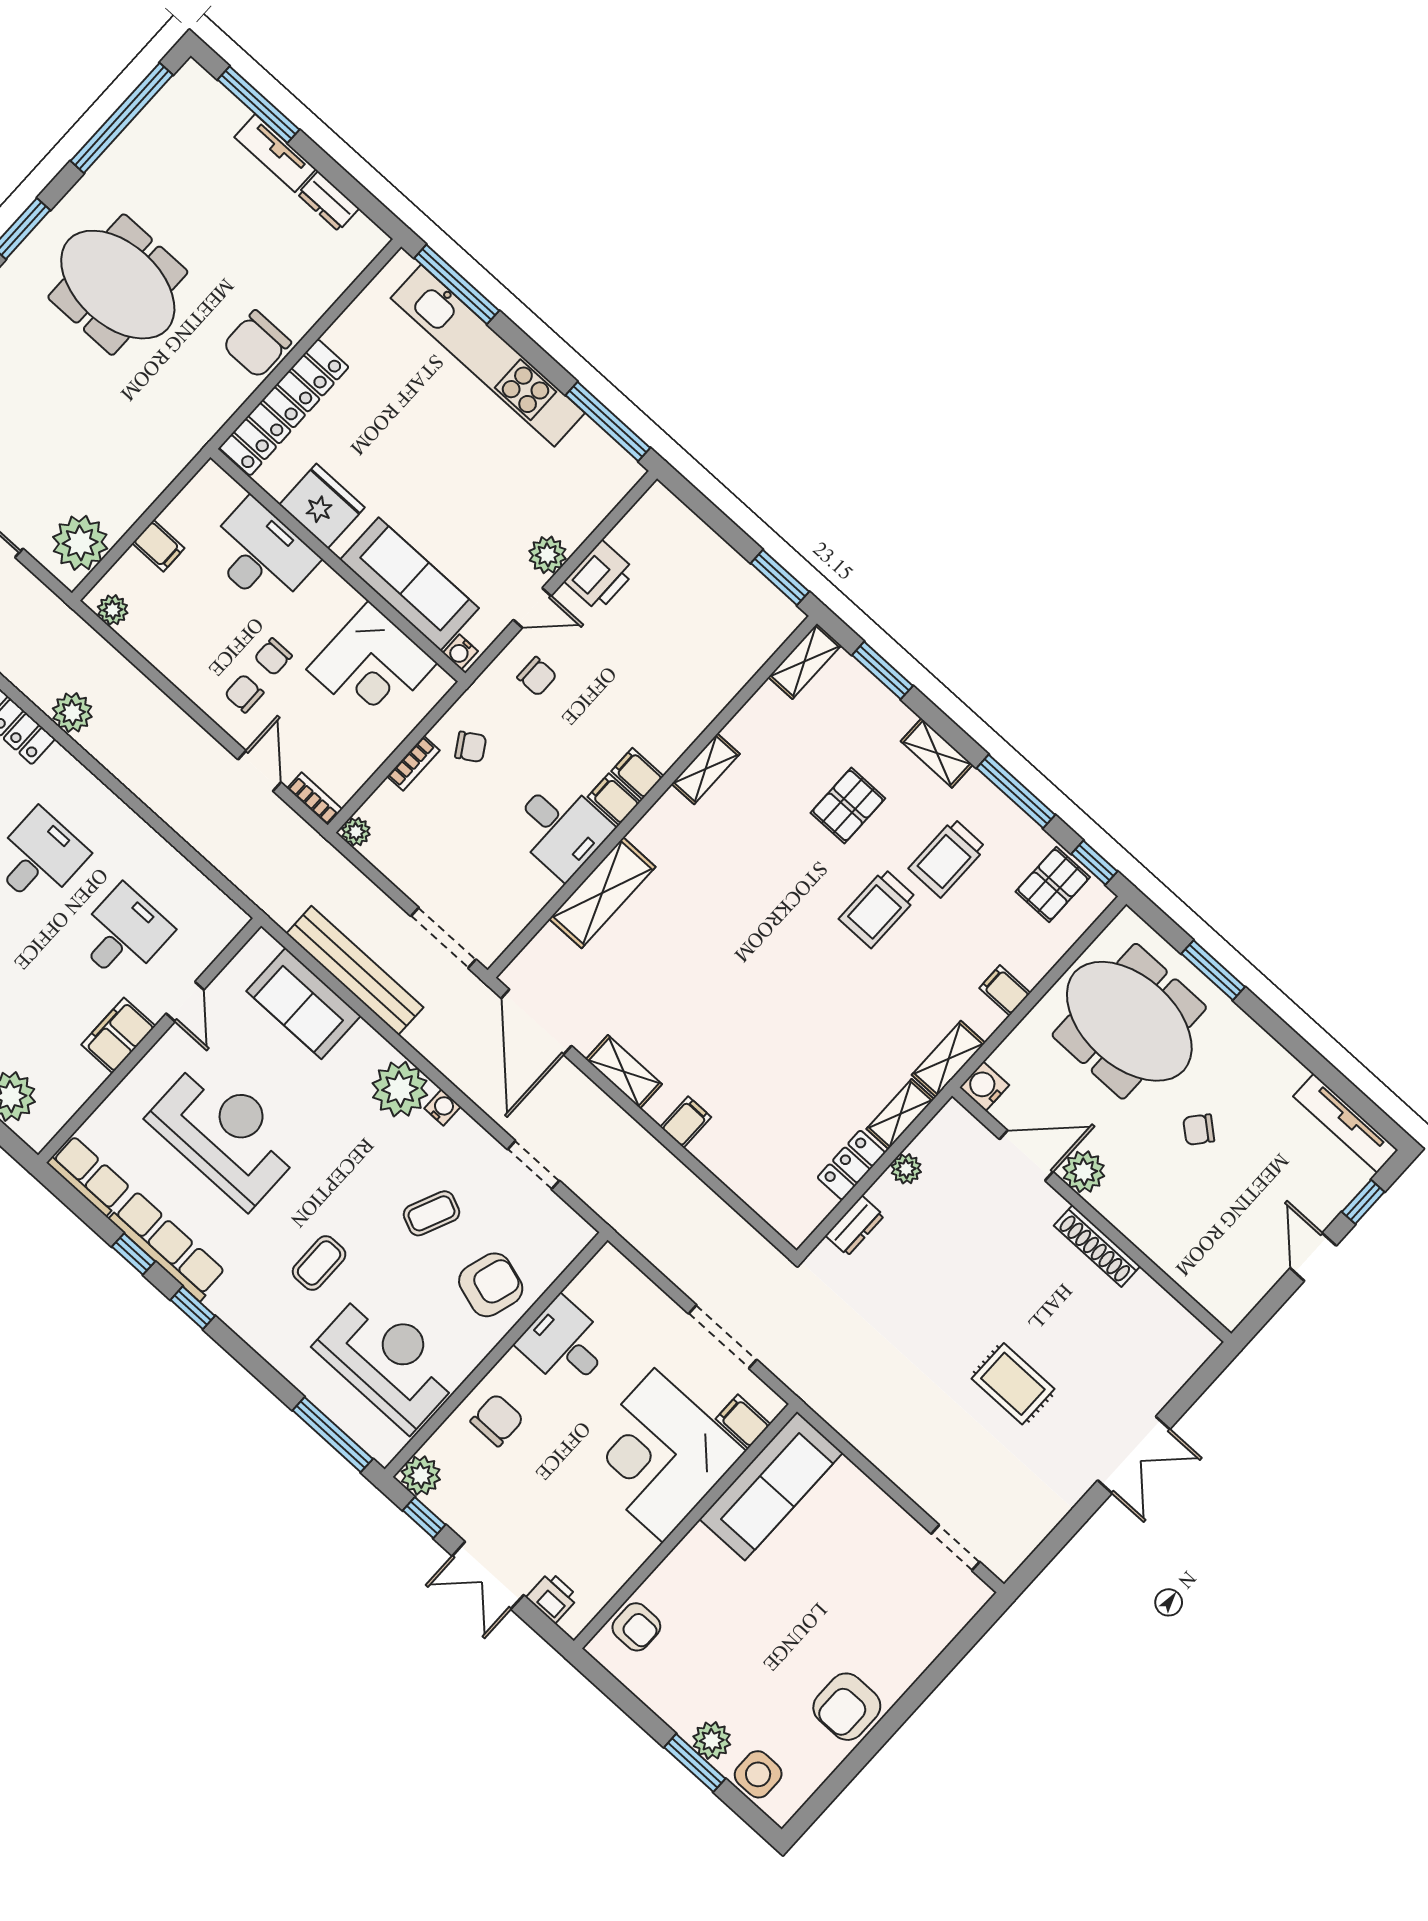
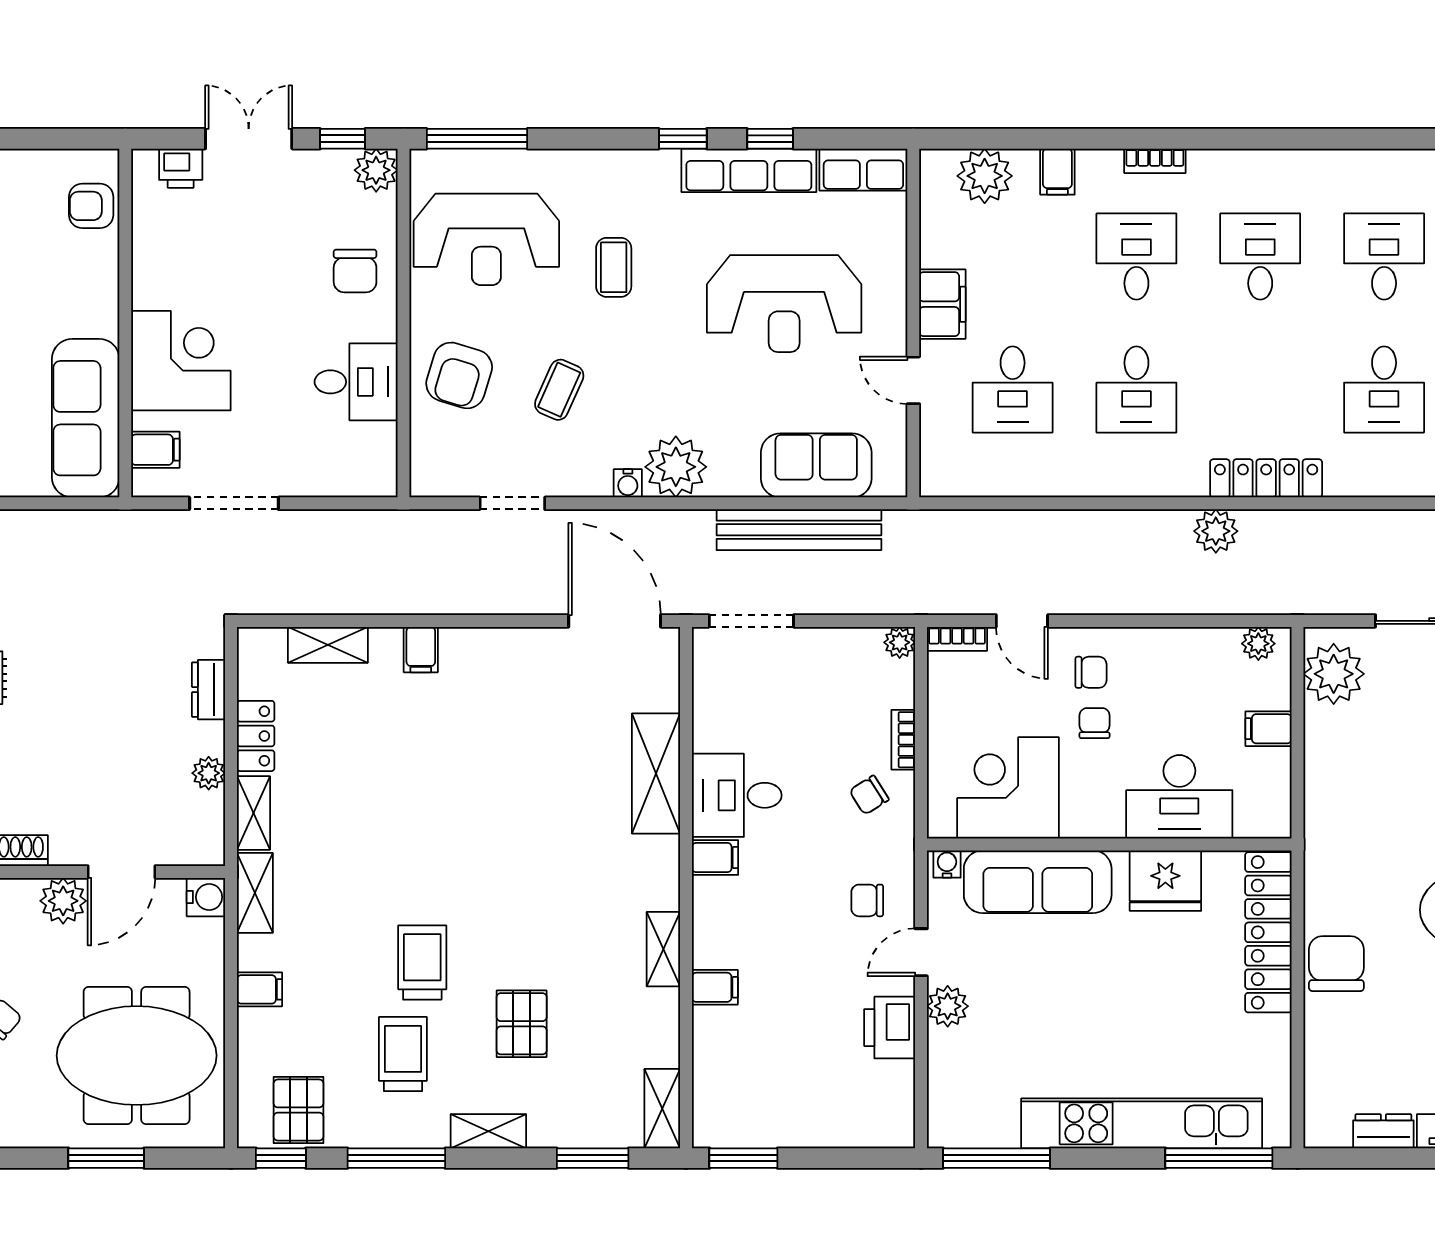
filing cabinet: (637, 774) -> (715, 987), moved
shelving: (624, 1072) -> (328, 645), moved
corner desk: (659, 1455) -> (181, 361), width x0.74, depth x0.74

